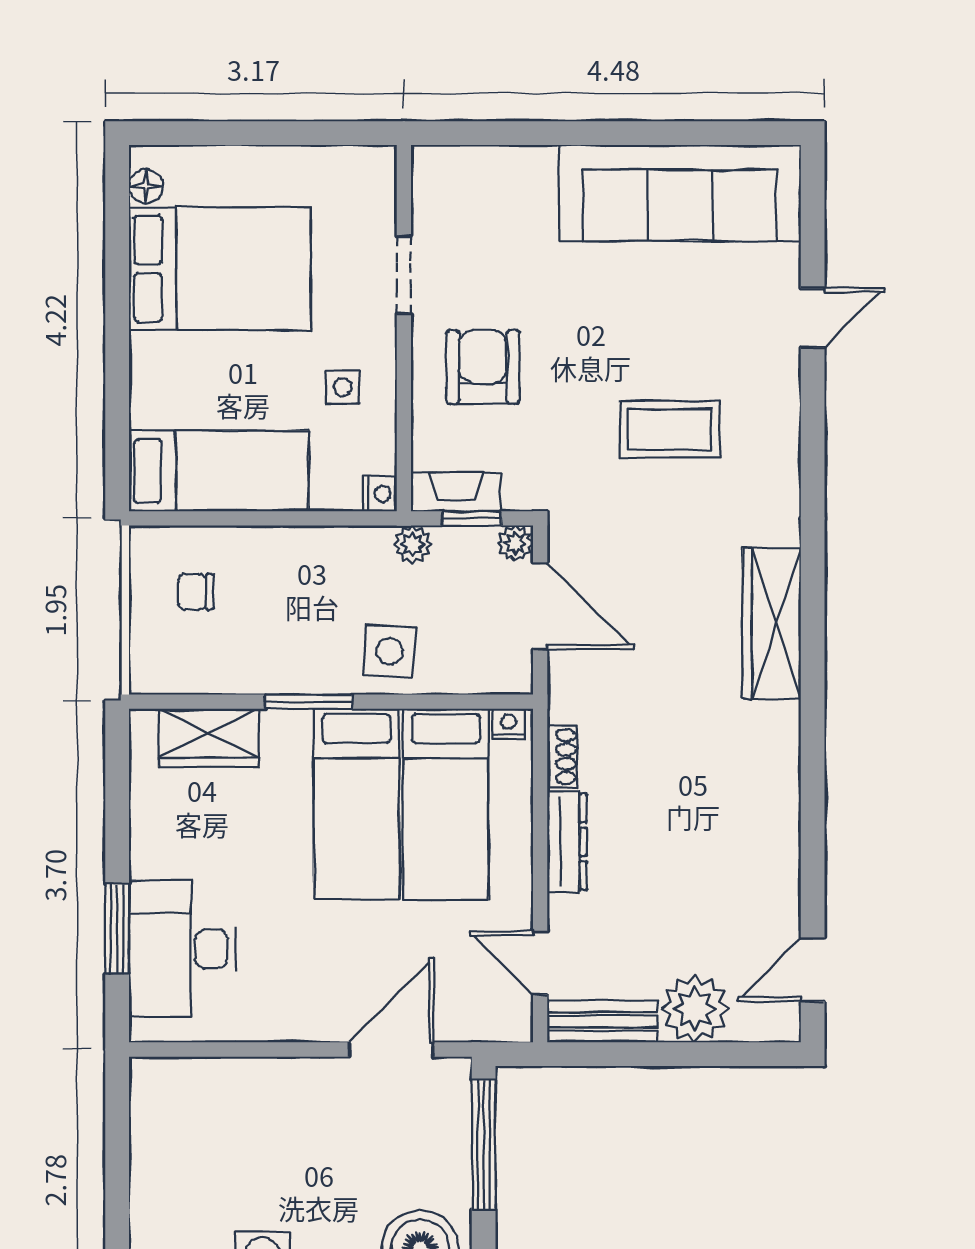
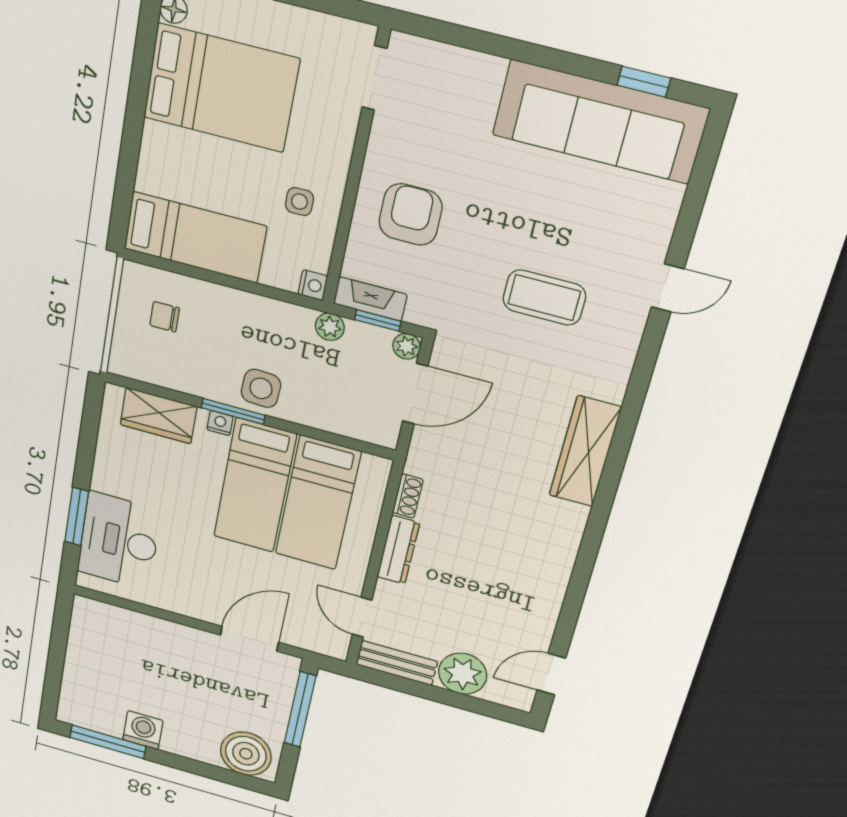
window: (717, 133) -> (644, 82), added
doorway: (404, 275) -> (374, 78), moved
door: (813, 318) -> (668, 288), moved
door: (540, 606) -> (415, 394), hinge flipped
side table: (389, 651) -> (261, 388), moved
nightstand: (509, 724) -> (220, 423), moved

